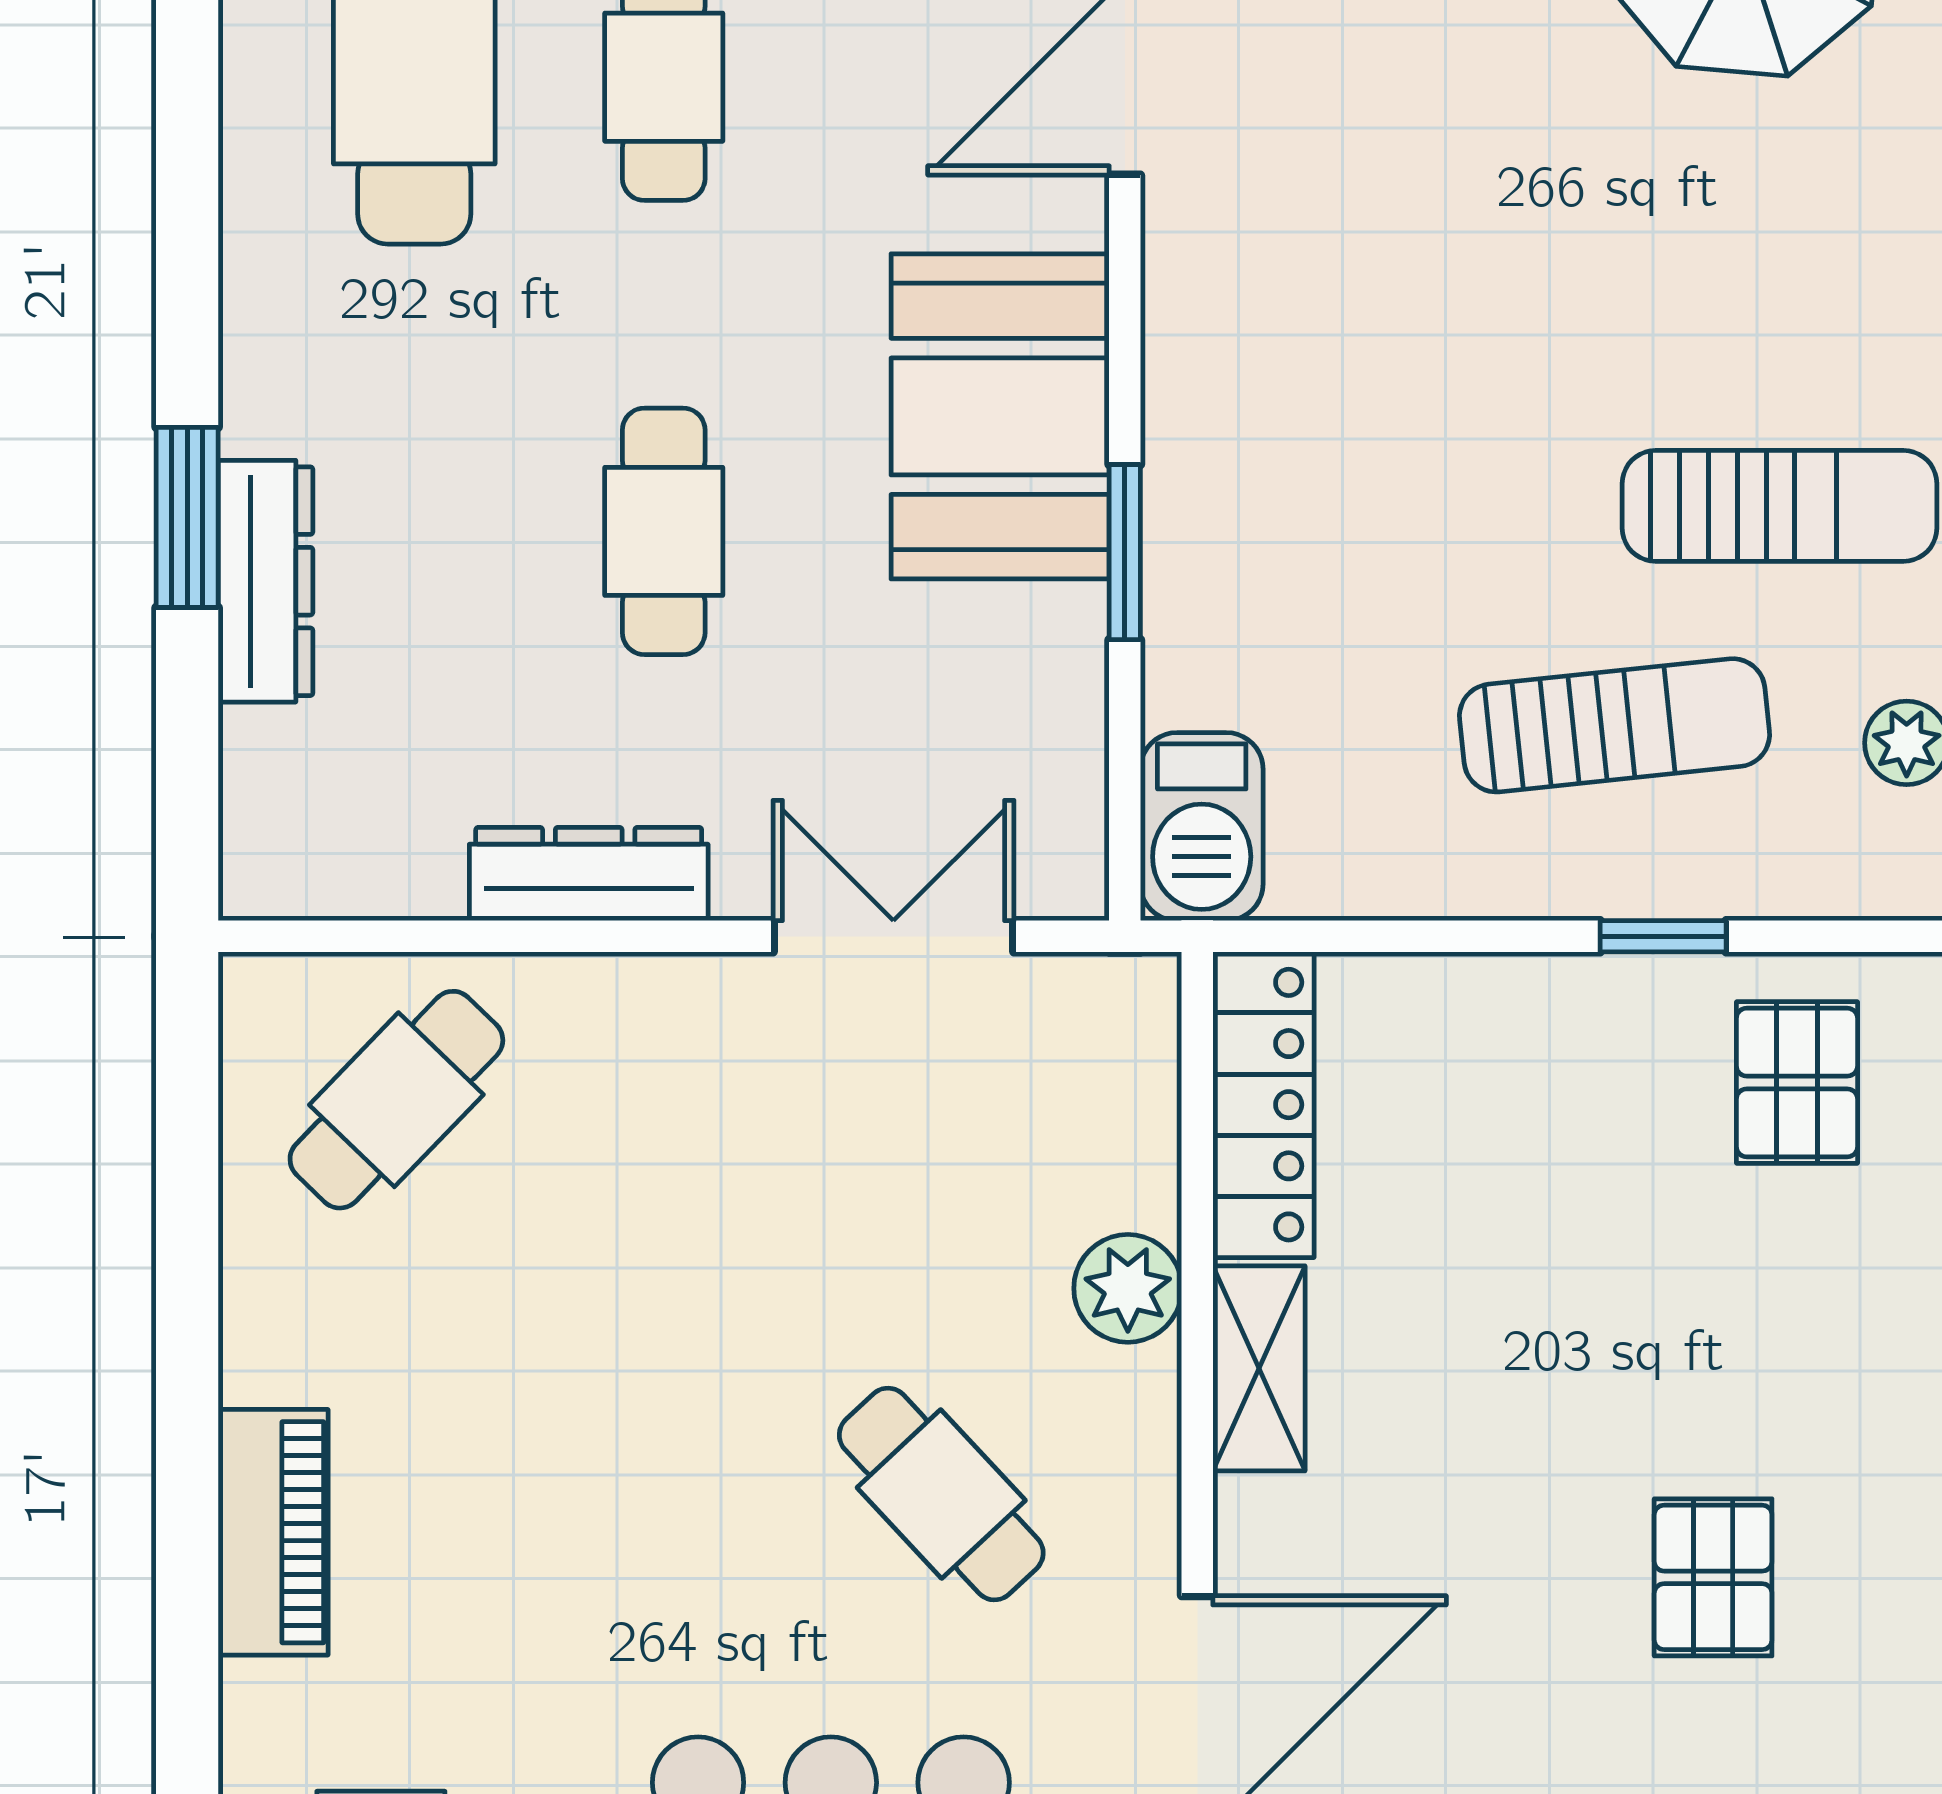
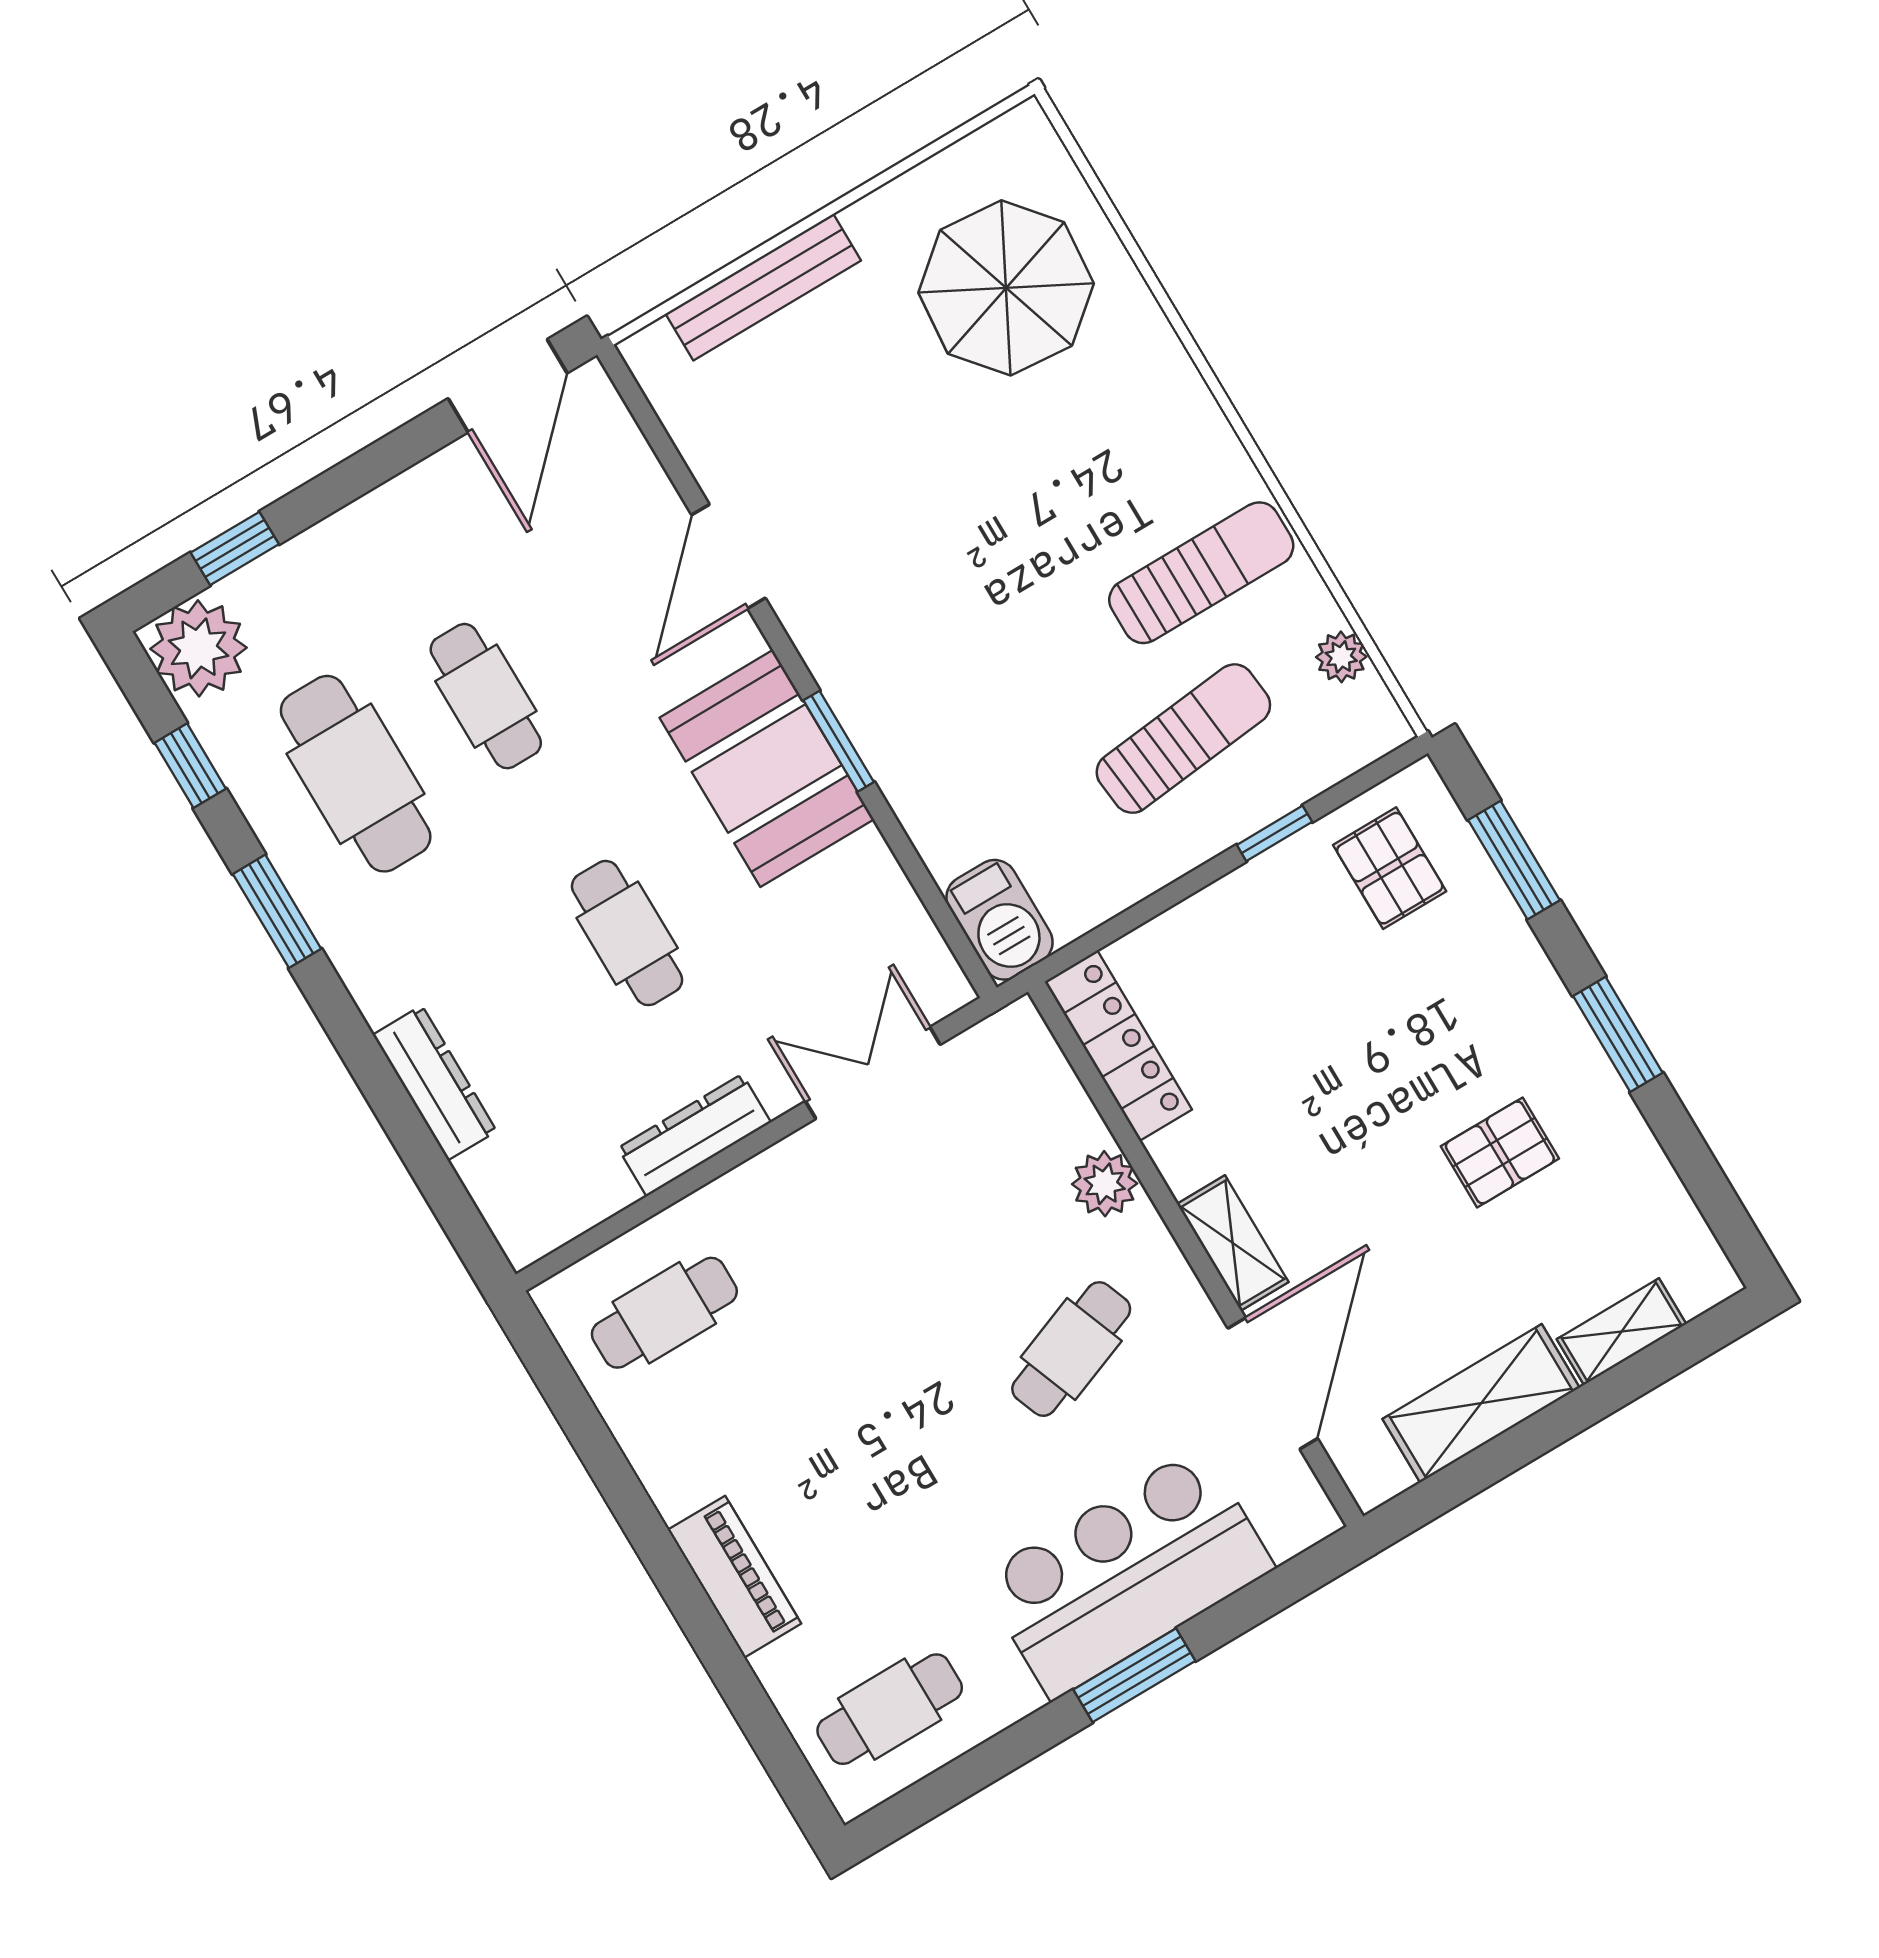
window: (187, 517) -> (277, 911), moved
window: (1125, 552) -> (839, 741), moved
cafe table: (396, 1100) -> (664, 1313), turned 46
shelving: (1259, 1368) -> (1233, 1243), moved
cafe table: (941, 1494) -> (1071, 1349), turned -68
pallet: (1713, 1577) -> (1500, 1152), turned 90

